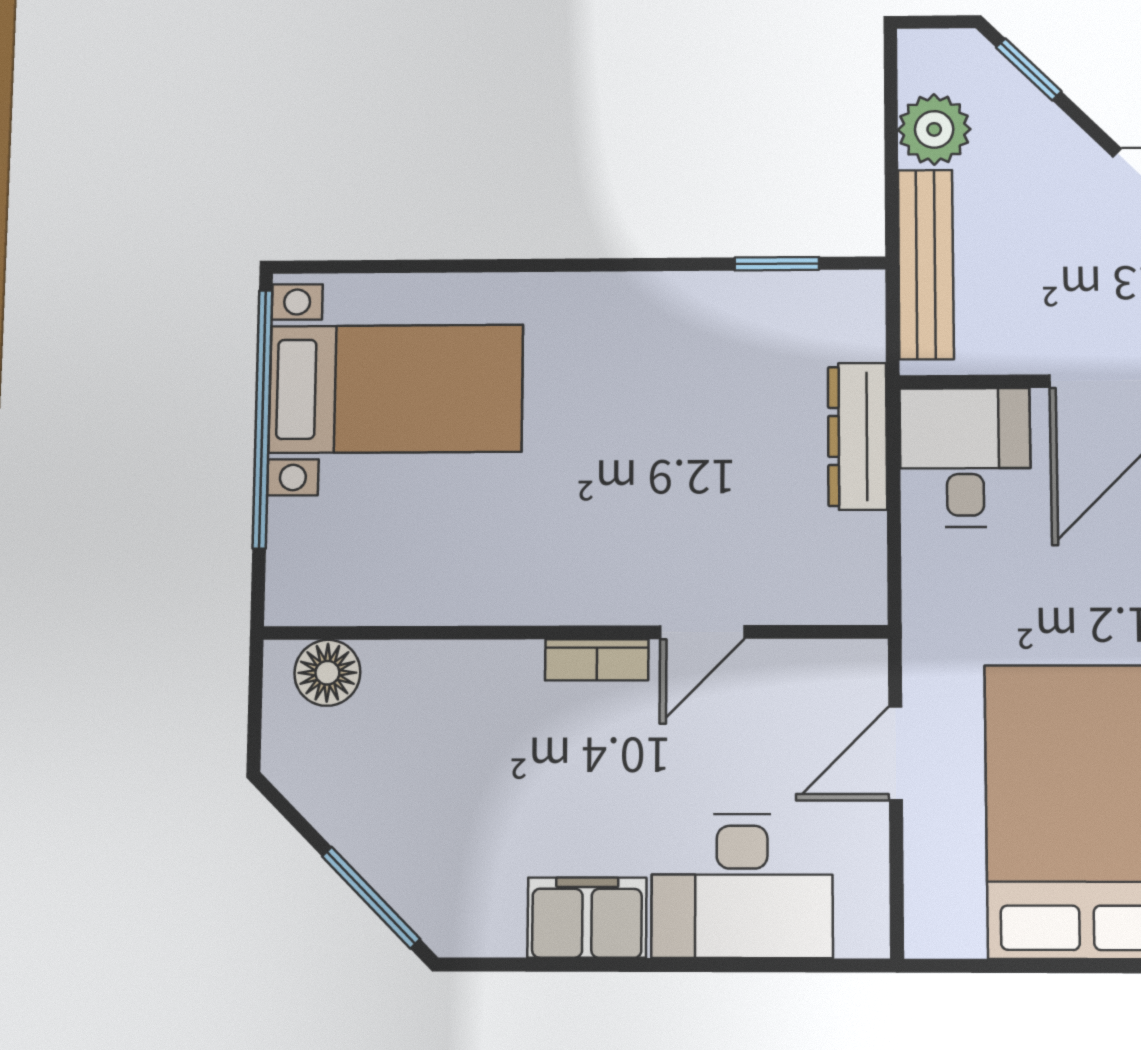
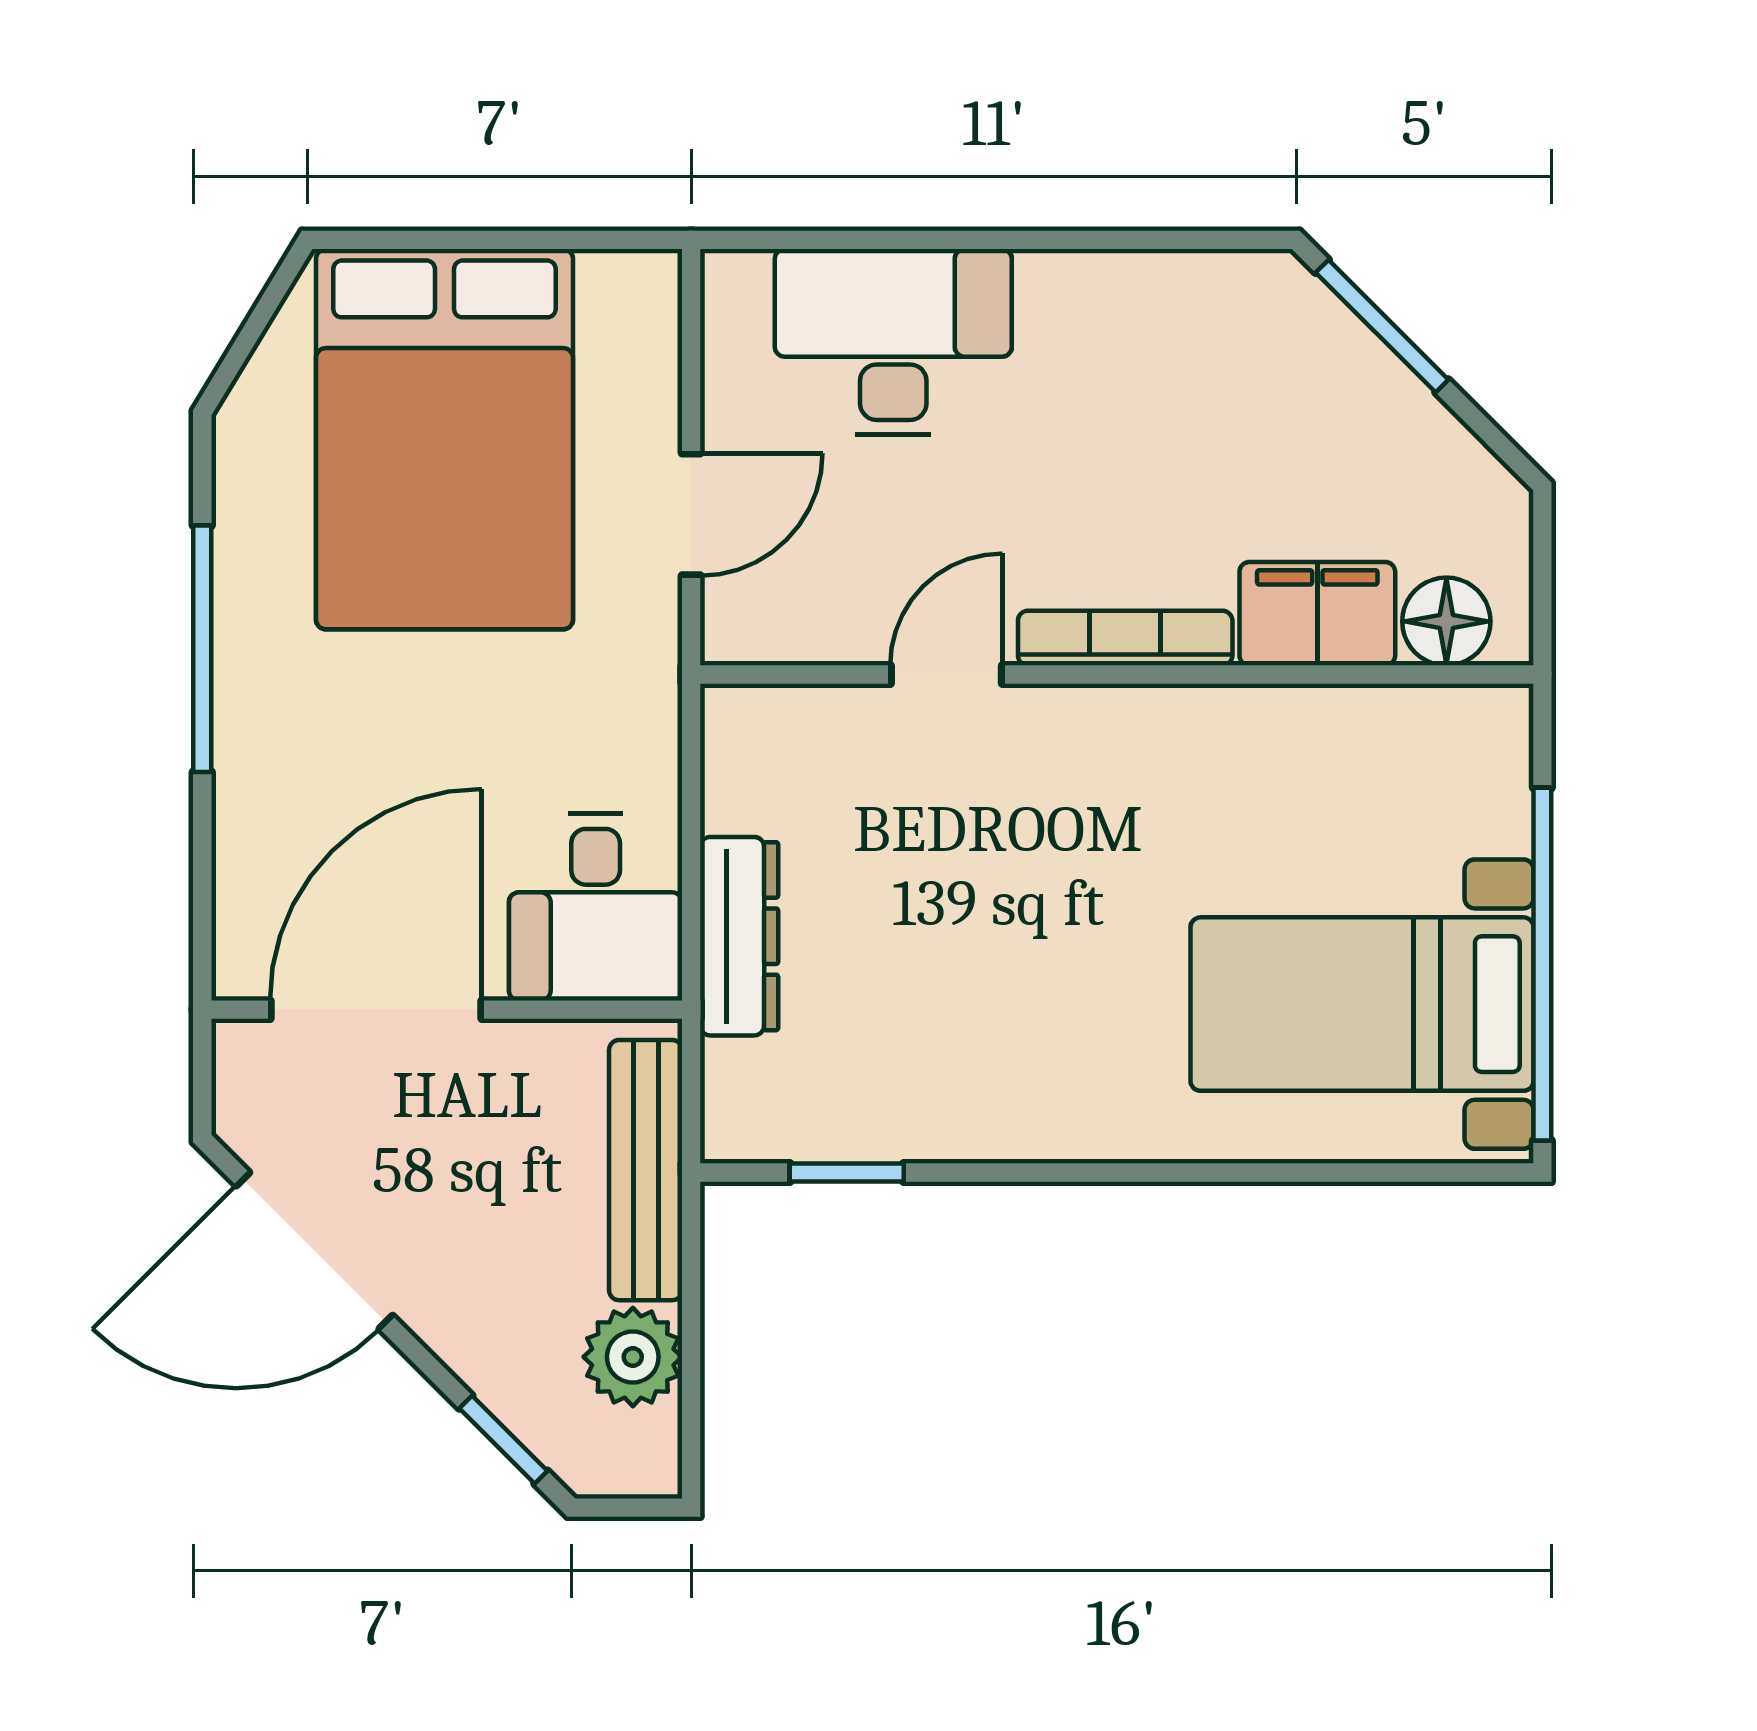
bookcase: (597, 660) -> (1125, 638), width x1.56
filing cabinet: (587, 918) -> (1317, 614), moved, turned 180

